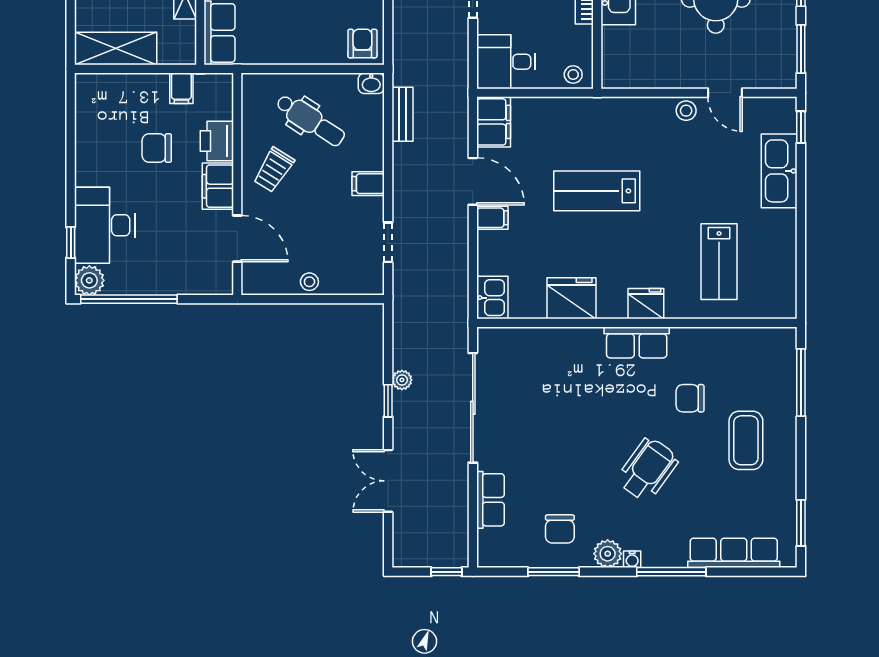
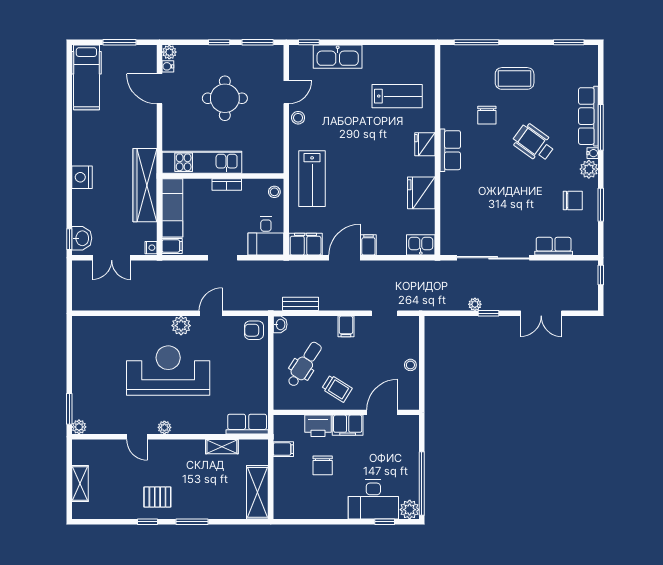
lab bench: (597, 191) -> (312, 179), moved
row of seats: (734, 553) -> (588, 116), moved

